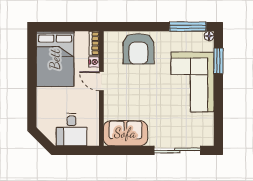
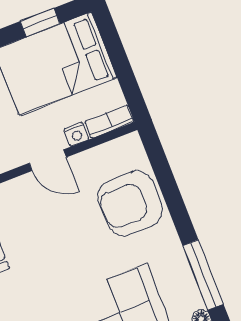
window: (32, 58) -> (40, 23), added
door: (101, 81) -> (48, 160), swing flipped

